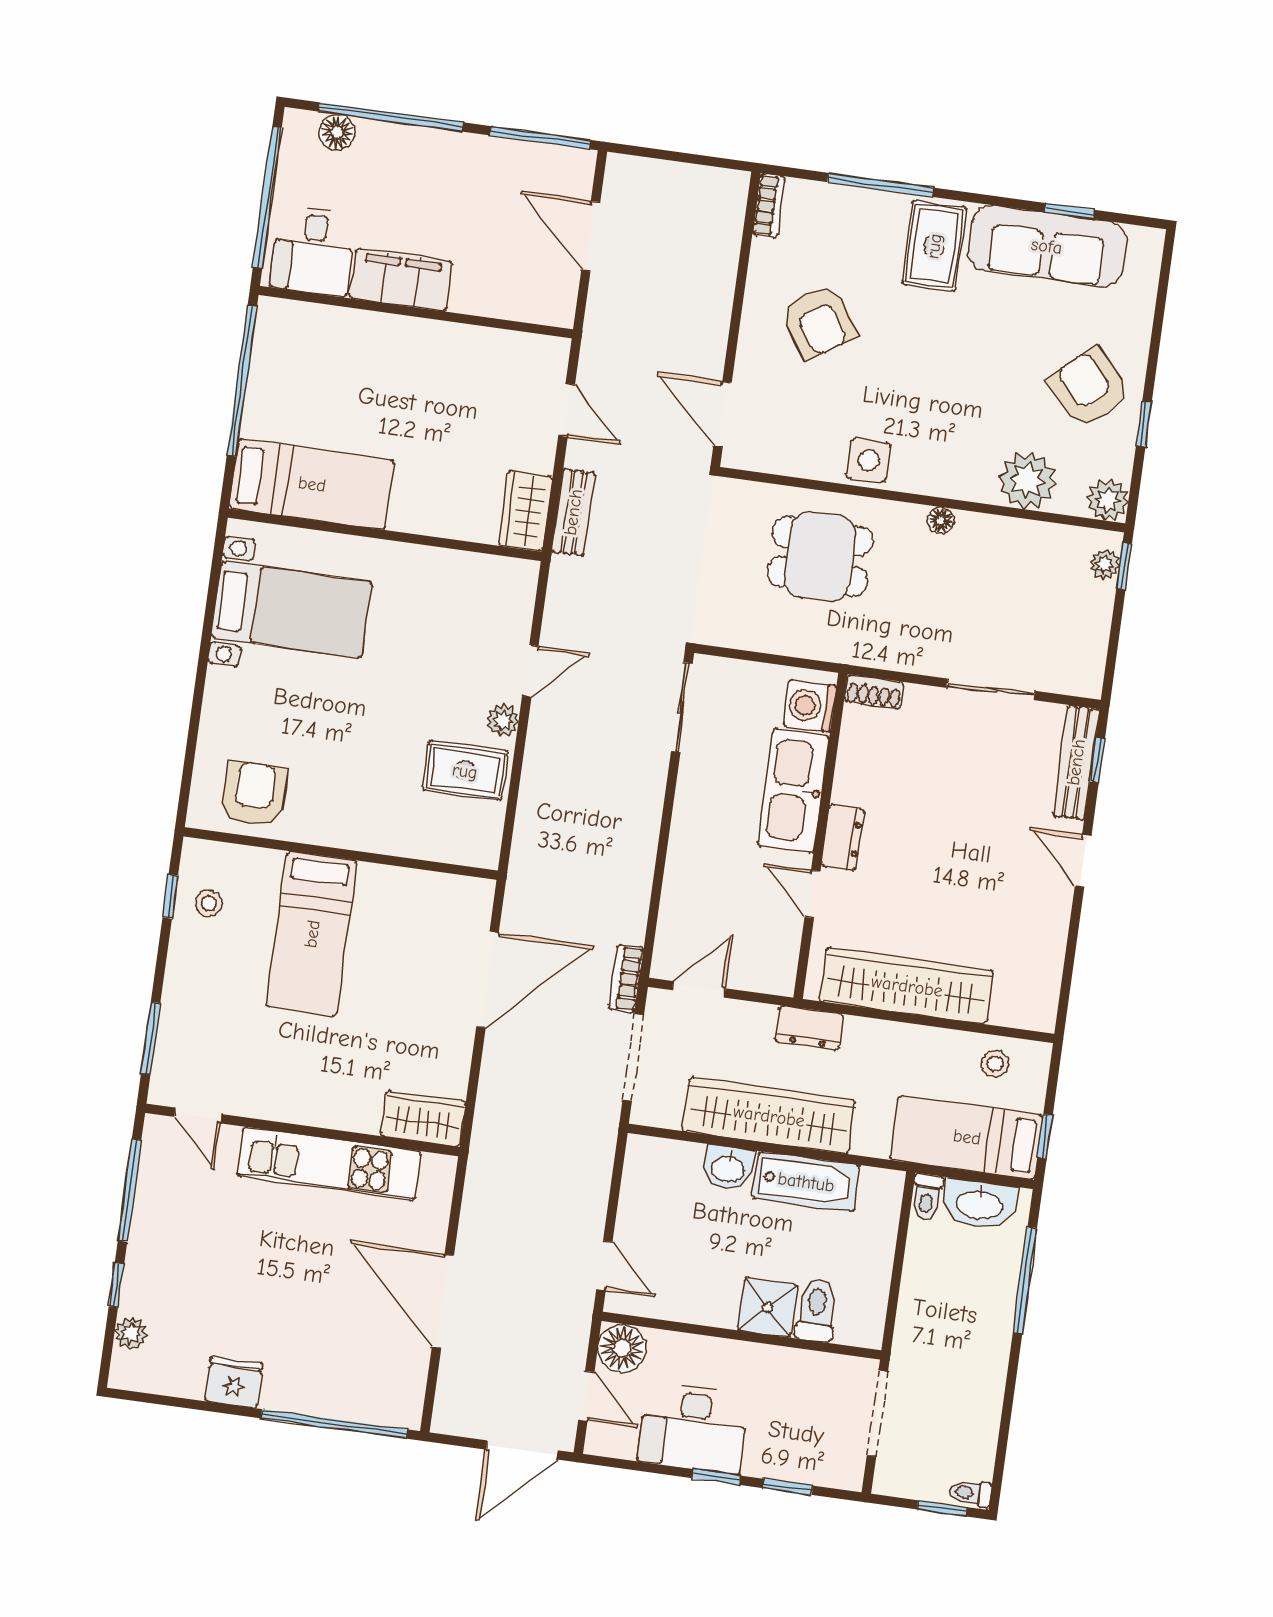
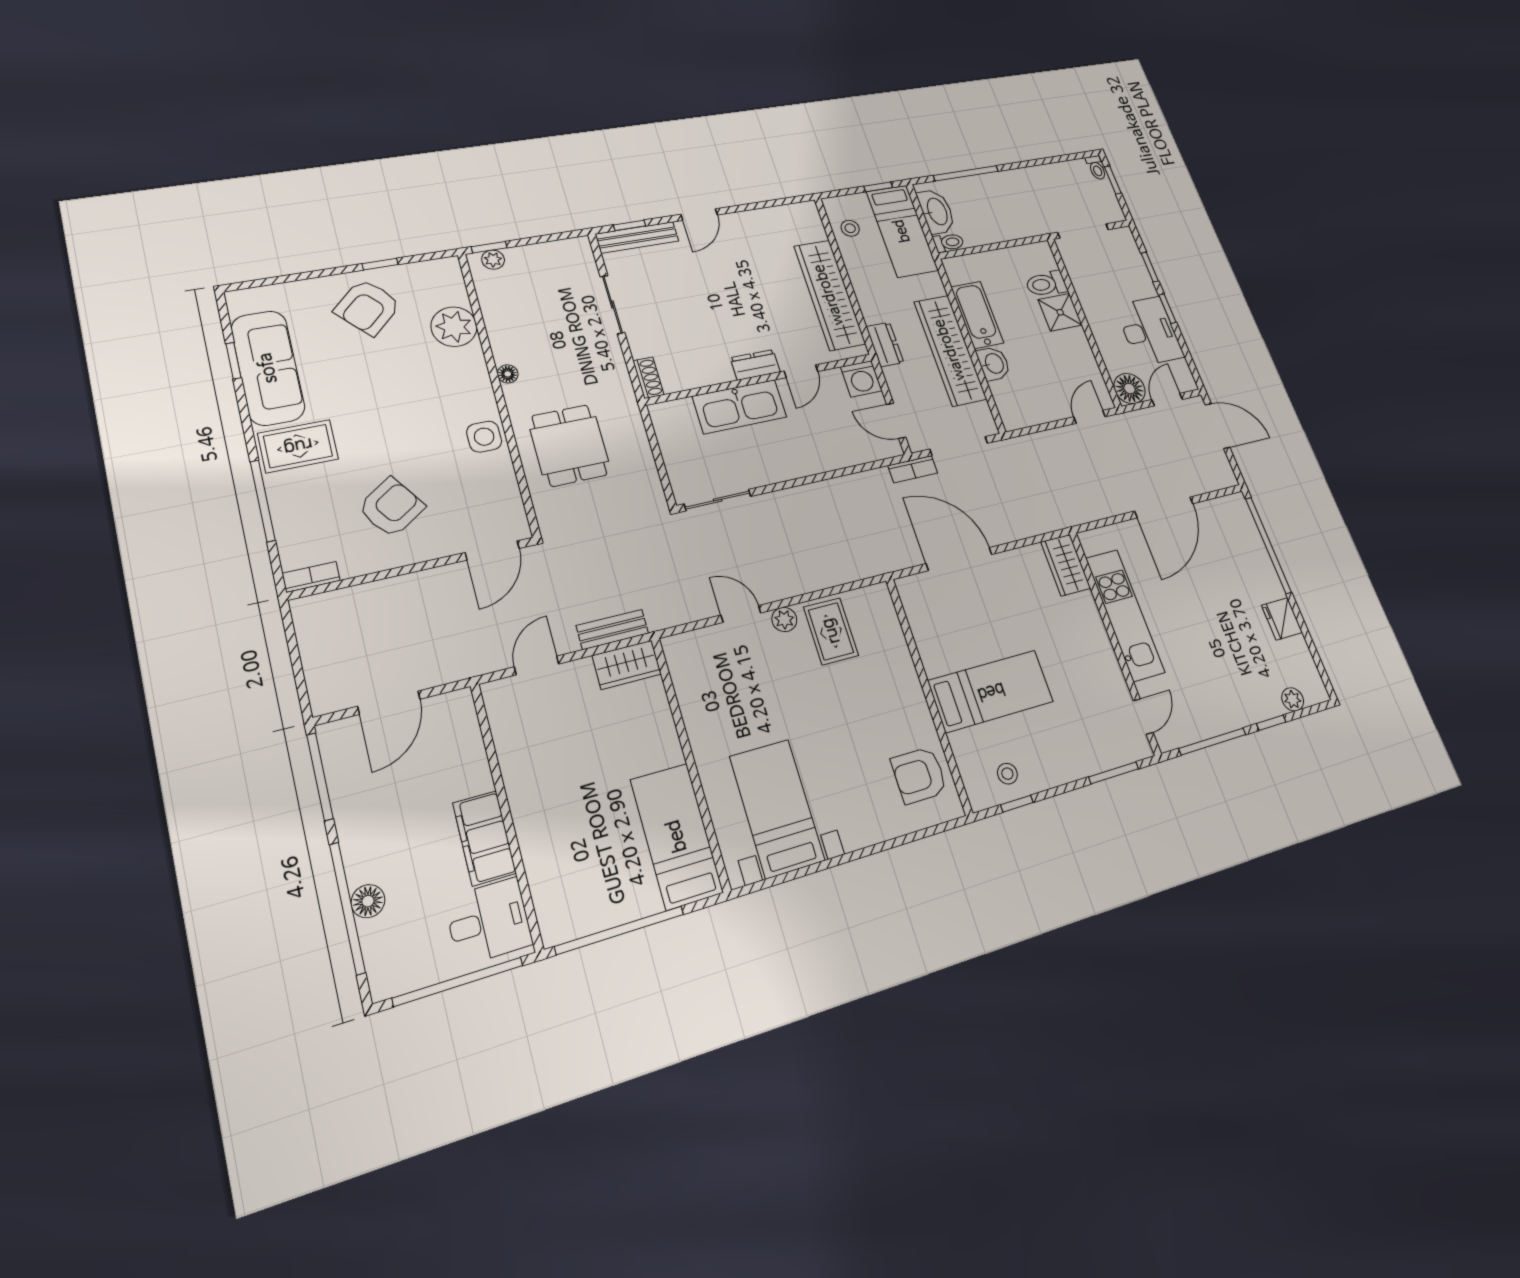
floor lamp: (337, 132) -> (368, 901), moved
plant: (1108, 500) -> (446, 271), removed
washing machine: (810, 706) -> (861, 379), moved

